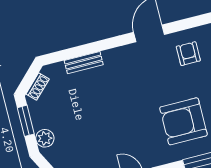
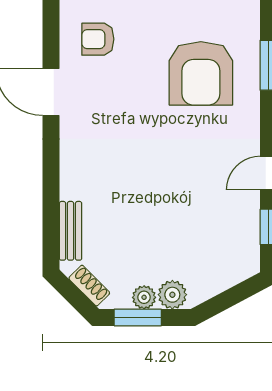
bench: (84, 63) -> (71, 231), moved
plant: (39, 121) -> (144, 297), added

